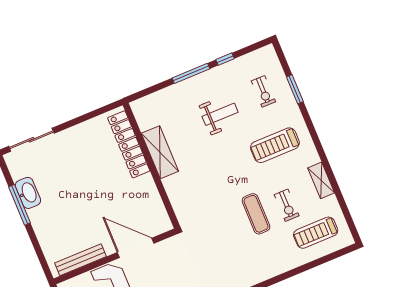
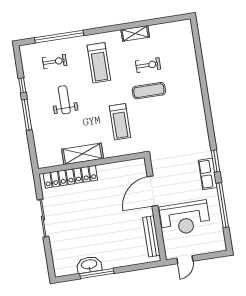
window: (295, 89) -> (59, 37), width x2.11
sliding door: (31, 140) -> (43, 218), moved
treadmill: (316, 233) -> (120, 122), moved

